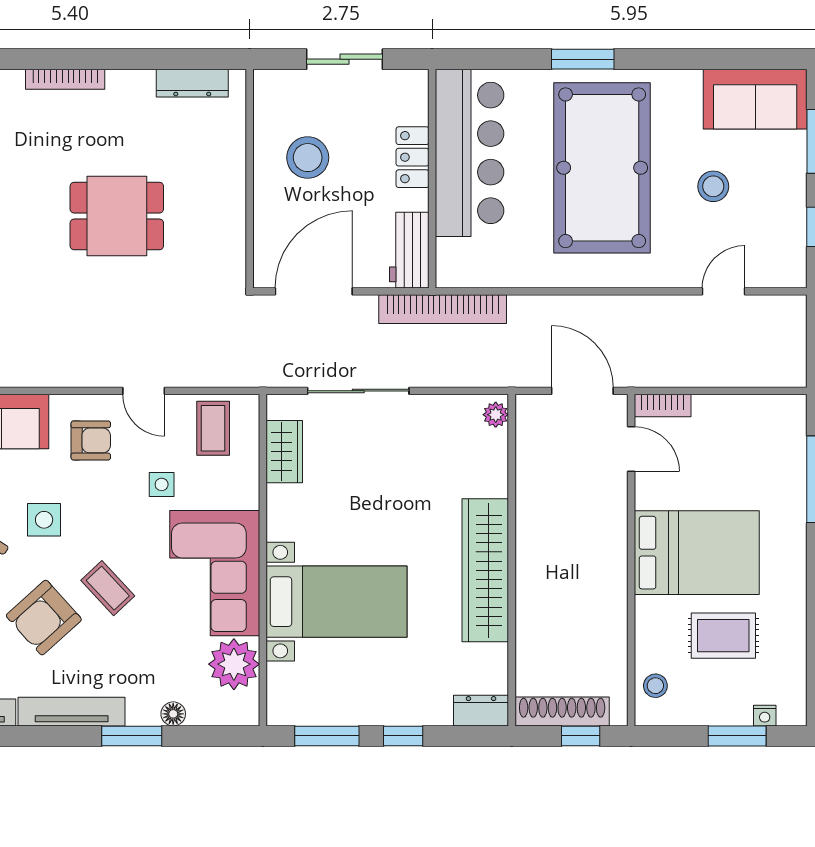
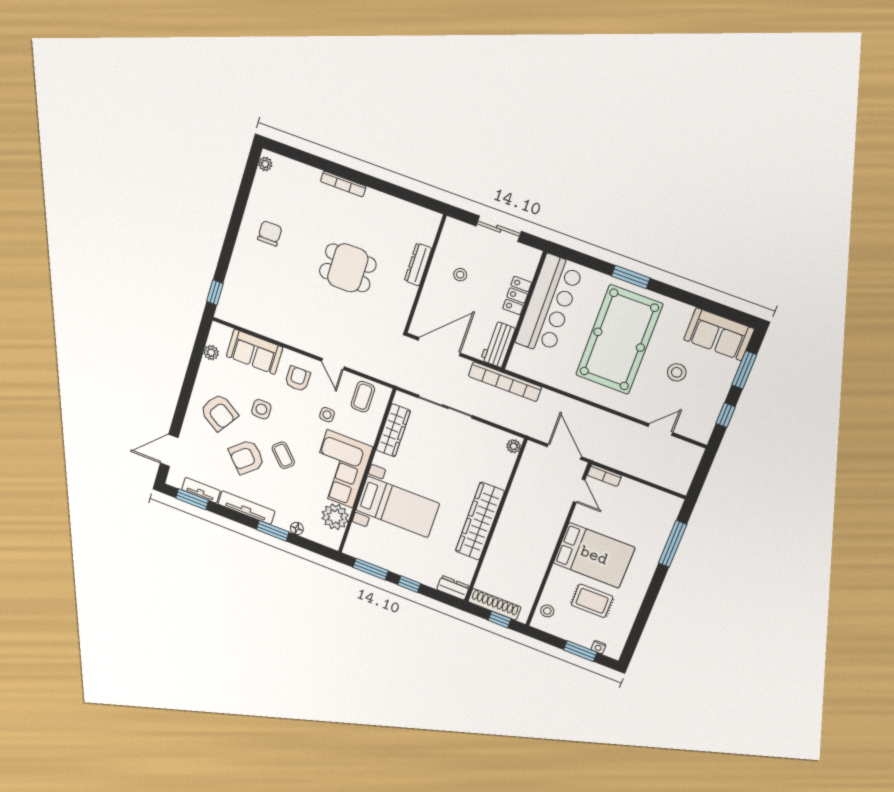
dresser: (192, 83) -> (418, 264), moved, turned 90
stool: (308, 158) -> (460, 275), width x0.53, depth x0.53
armchair: (91, 440) -> (298, 379), turned -90
wardrobe: (284, 452) -> (393, 430), width x1.50

